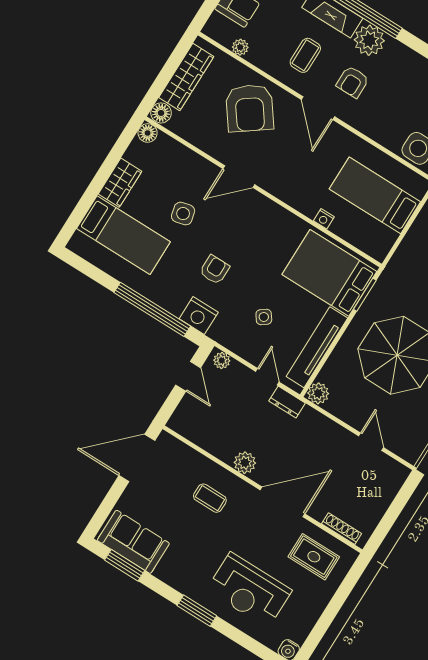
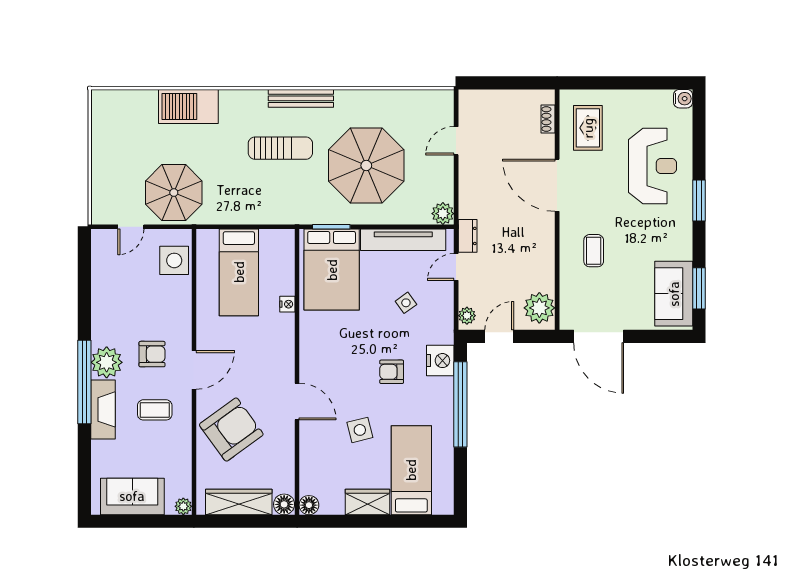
plant: (240, 47) -> (183, 506), moved
plant: (245, 463) -> (539, 308), moved, width x1.36, depth x1.36
shoe rack: (342, 529) -> (548, 119), width x0.70

